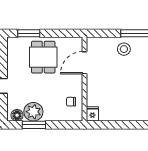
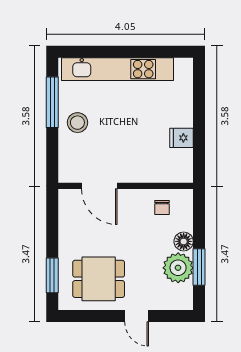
dining table: (43, 57) -> (99, 279), moved
fridge: (92, 114) -> (182, 138), moved
floor lamp: (17, 115) -> (184, 241), moved

